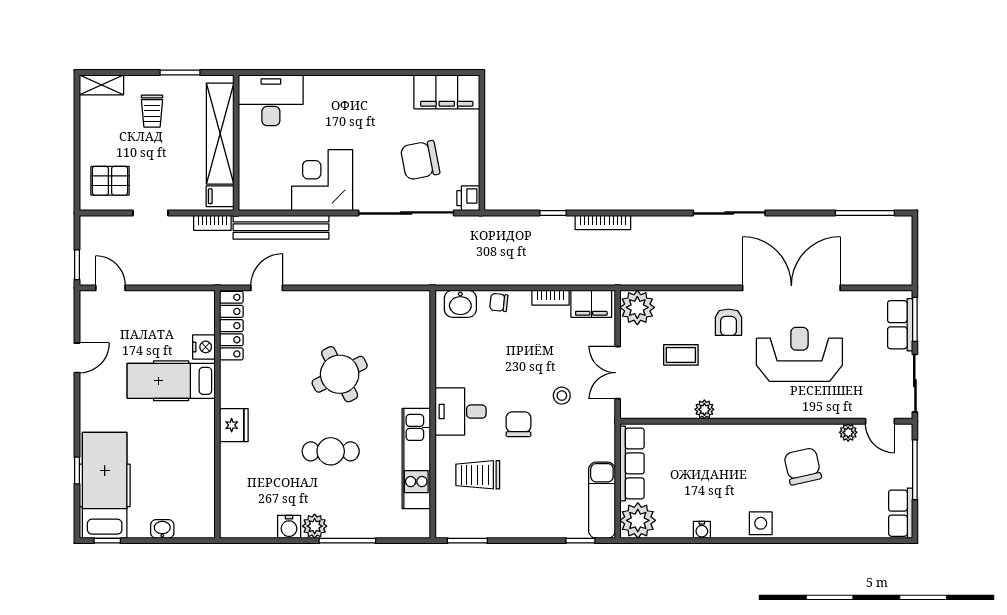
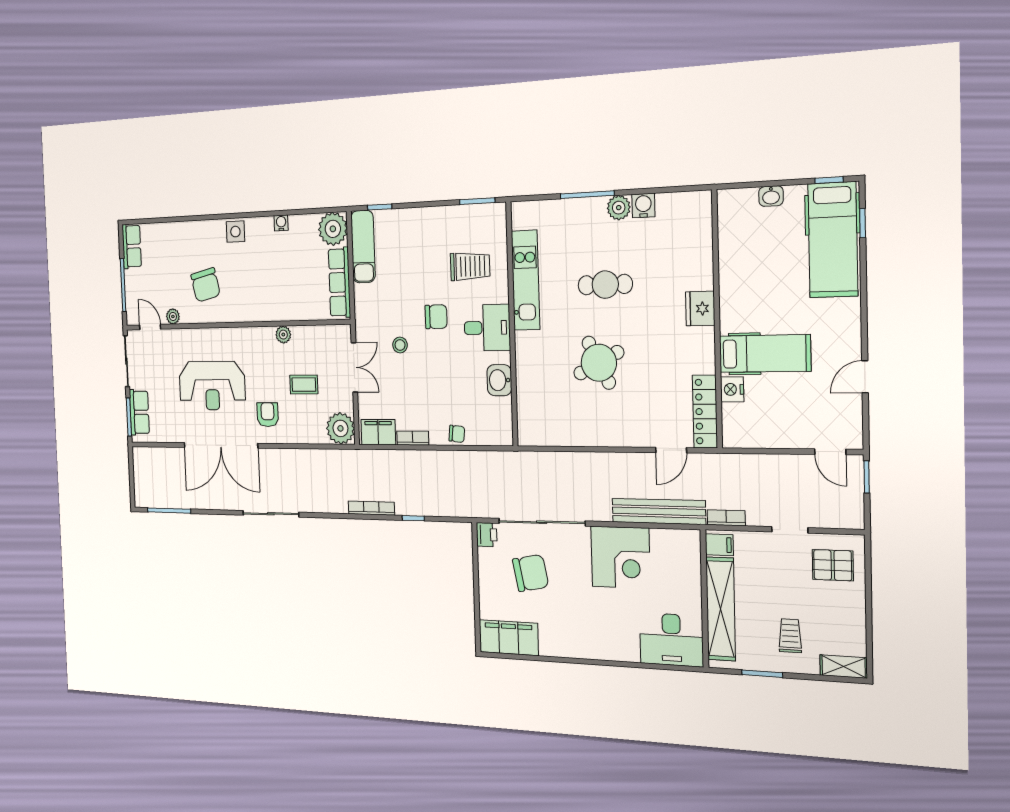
washbasin: (460, 304) -> (499, 380), moved, turned -90
chair: (518, 424) -> (436, 317), turned -90
window: (77, 470) -> (863, 223), moved

